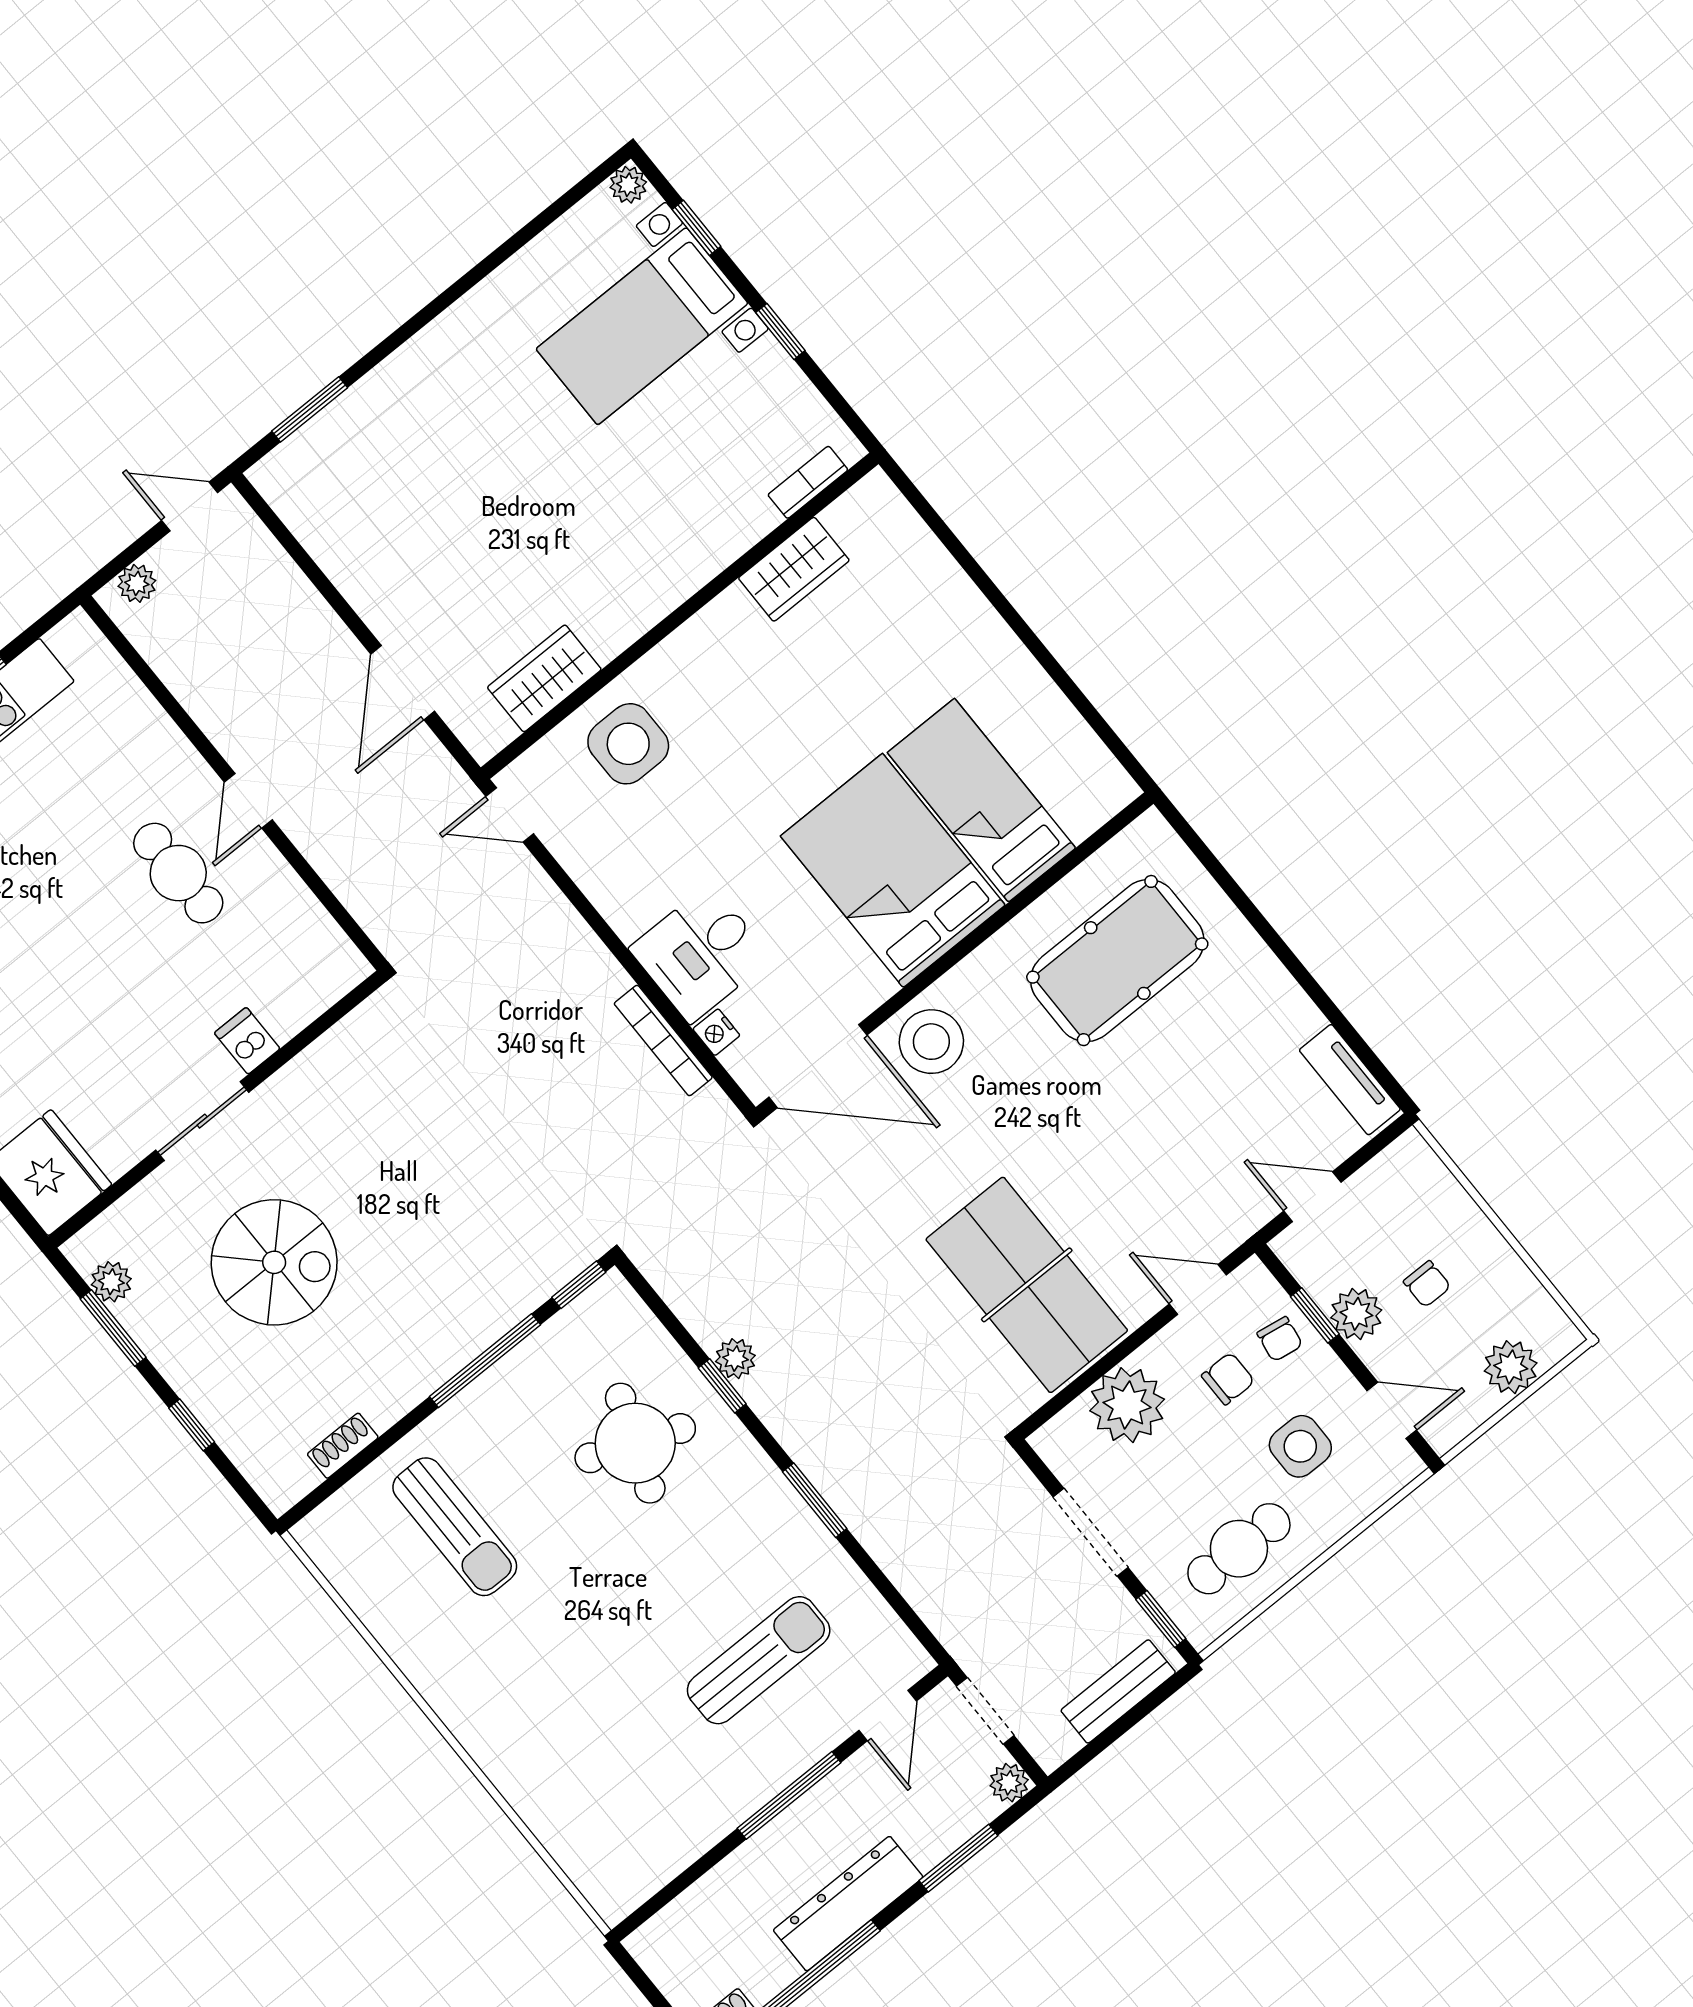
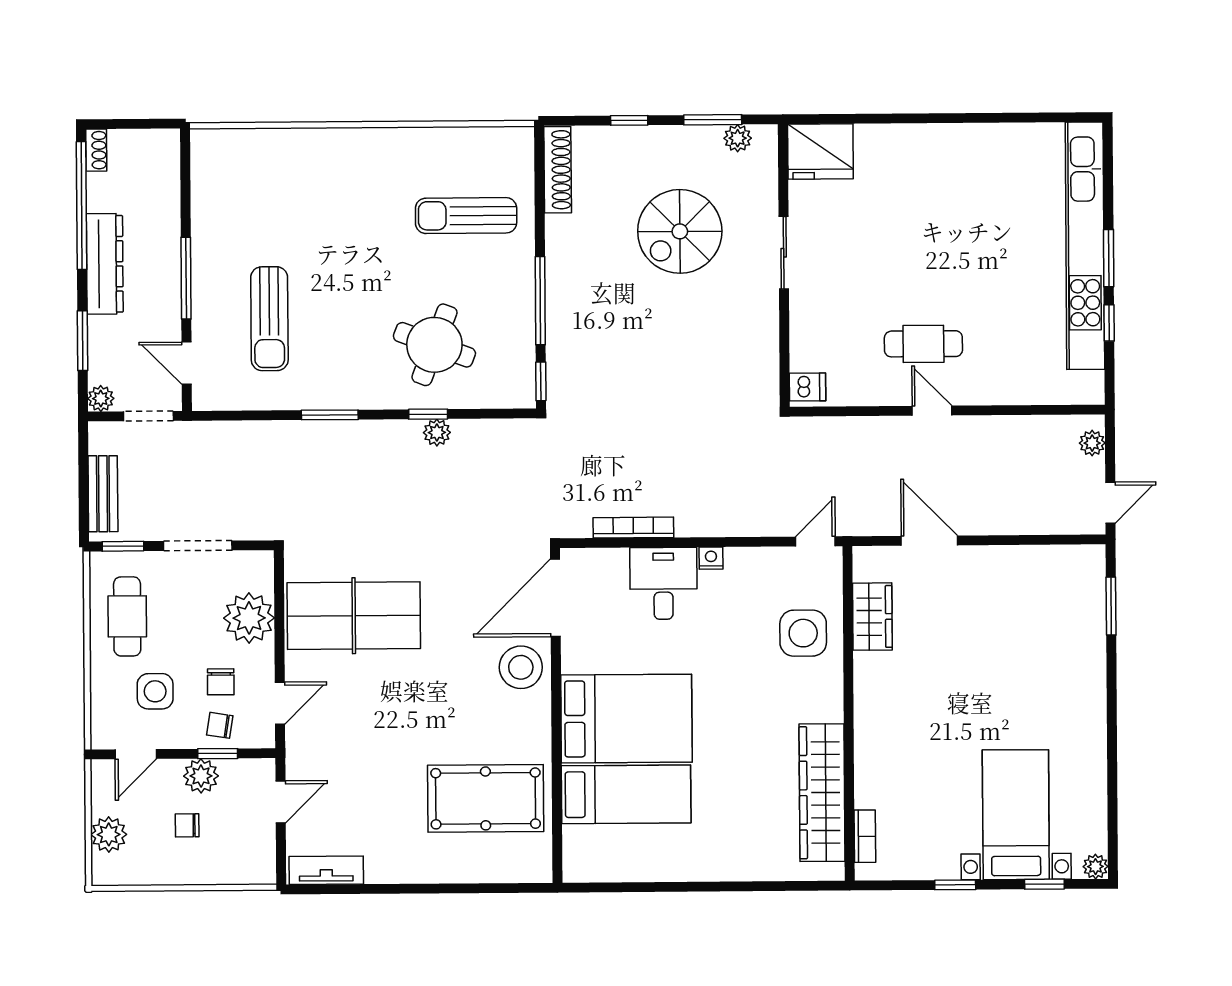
wardrobe: (794, 569) -> (822, 793), width x2.10, depth x1.17
pool table: (1117, 961) -> (486, 798), turned 90
nightstand: (716, 1032) -> (711, 558), moved
dishwasher: (247, 1041) -> (807, 387), moved
shoe rack: (343, 1446) -> (558, 170), width x1.94, depth x1.24

